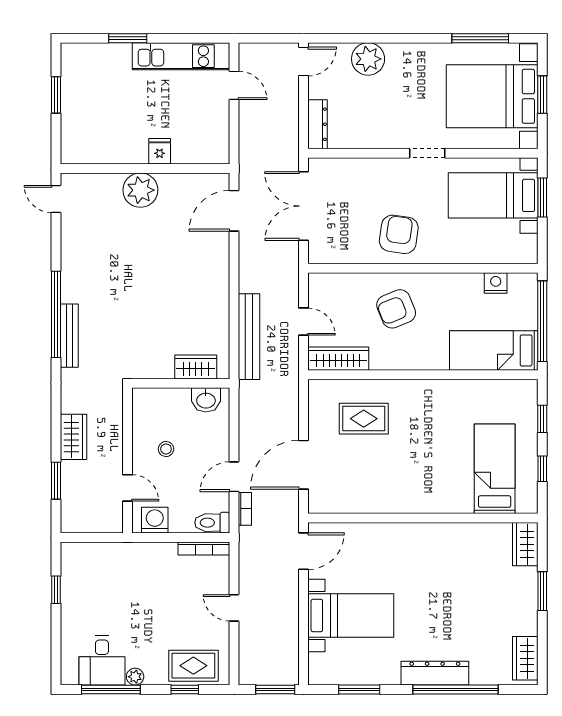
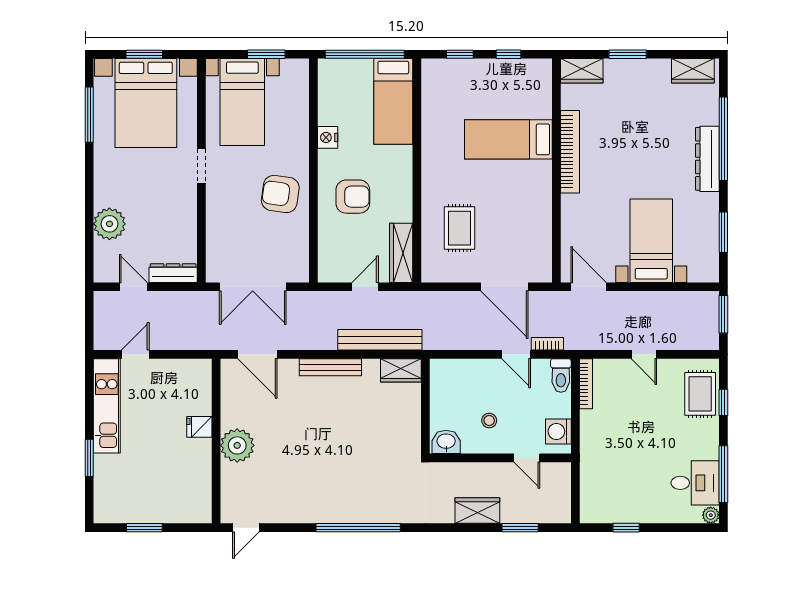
door: (303, 62) -> (133, 287), moved
window: (542, 197) -> (266, 54), moved
nightstand: (496, 283) -> (328, 137), moved
armchair: (396, 309) -> (353, 197), turned -68
bench: (69, 336) -> (330, 367), moved
wardrobe: (196, 367) -> (401, 370), moved, turned -90
washbasin: (206, 400) -> (446, 442), moved, turned -90
bed: (495, 469) -> (508, 139), moved
door: (128, 488) -> (527, 458), swing flipped
bookcase: (442, 532) -> (570, 152), added
door: (234, 608) -> (644, 354), hinge flipped
plant: (135, 677) -> (711, 515), moved

